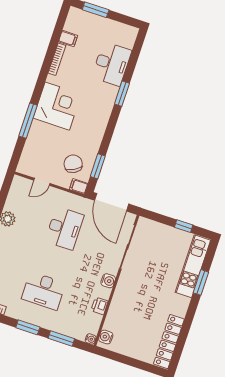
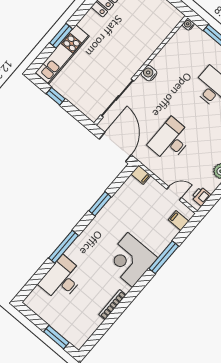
filing cabinet: (68, 39) -> (179, 221), moved
window: (122, 94) -> (64, 247), width x1.44
chair: (73, 164) -> (137, 199), removed
window: (98, 166) -> (100, 204), moved
printer: (99, 306) -> (201, 196), moved, turned 180
water cooler: (106, 337) -> (173, 20), removed

